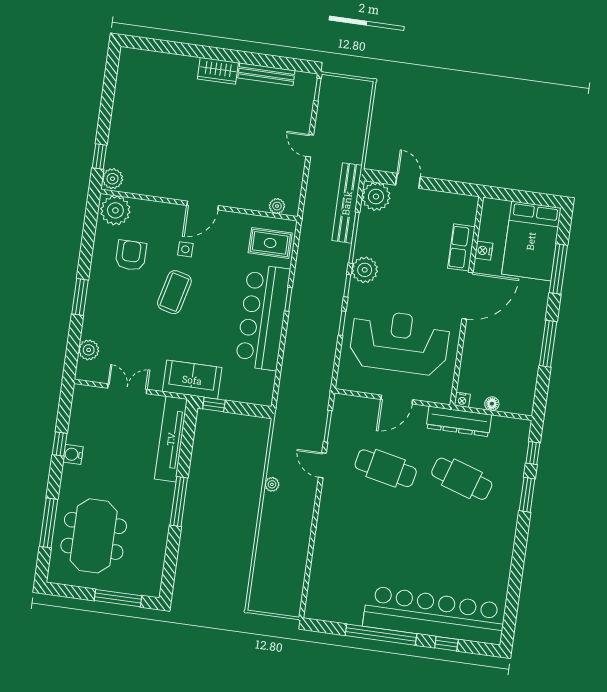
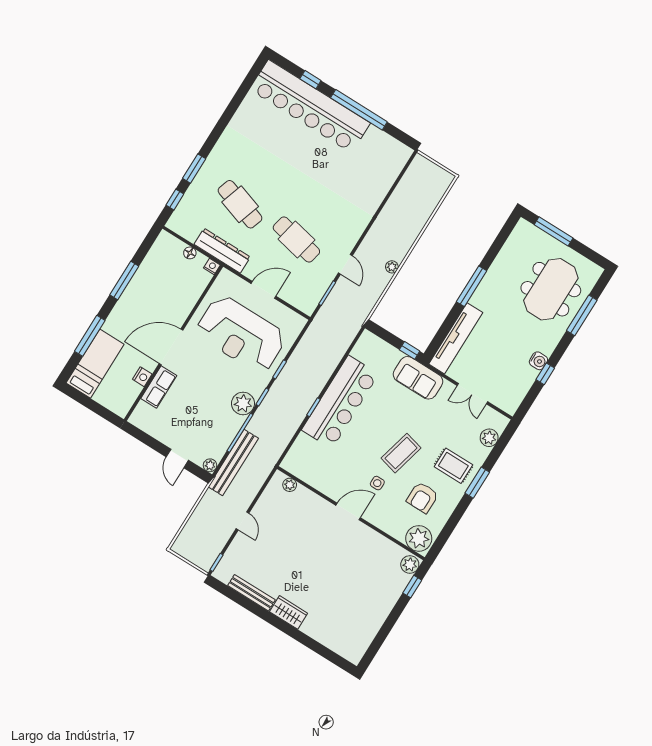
plant: (376, 197) -> (210, 465), width x0.53, depth x0.53
bed: (531, 241) -> (95, 364), width x0.67
rug: (270, 243) -> (453, 466), moved

